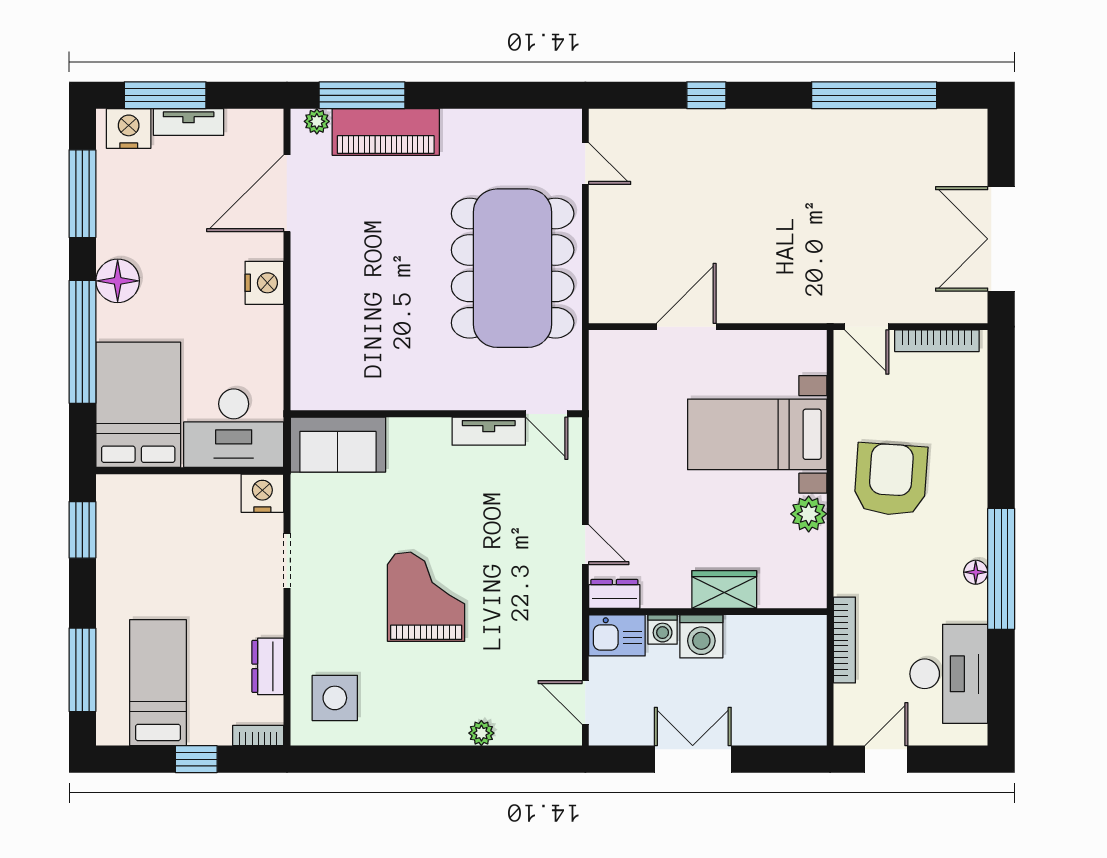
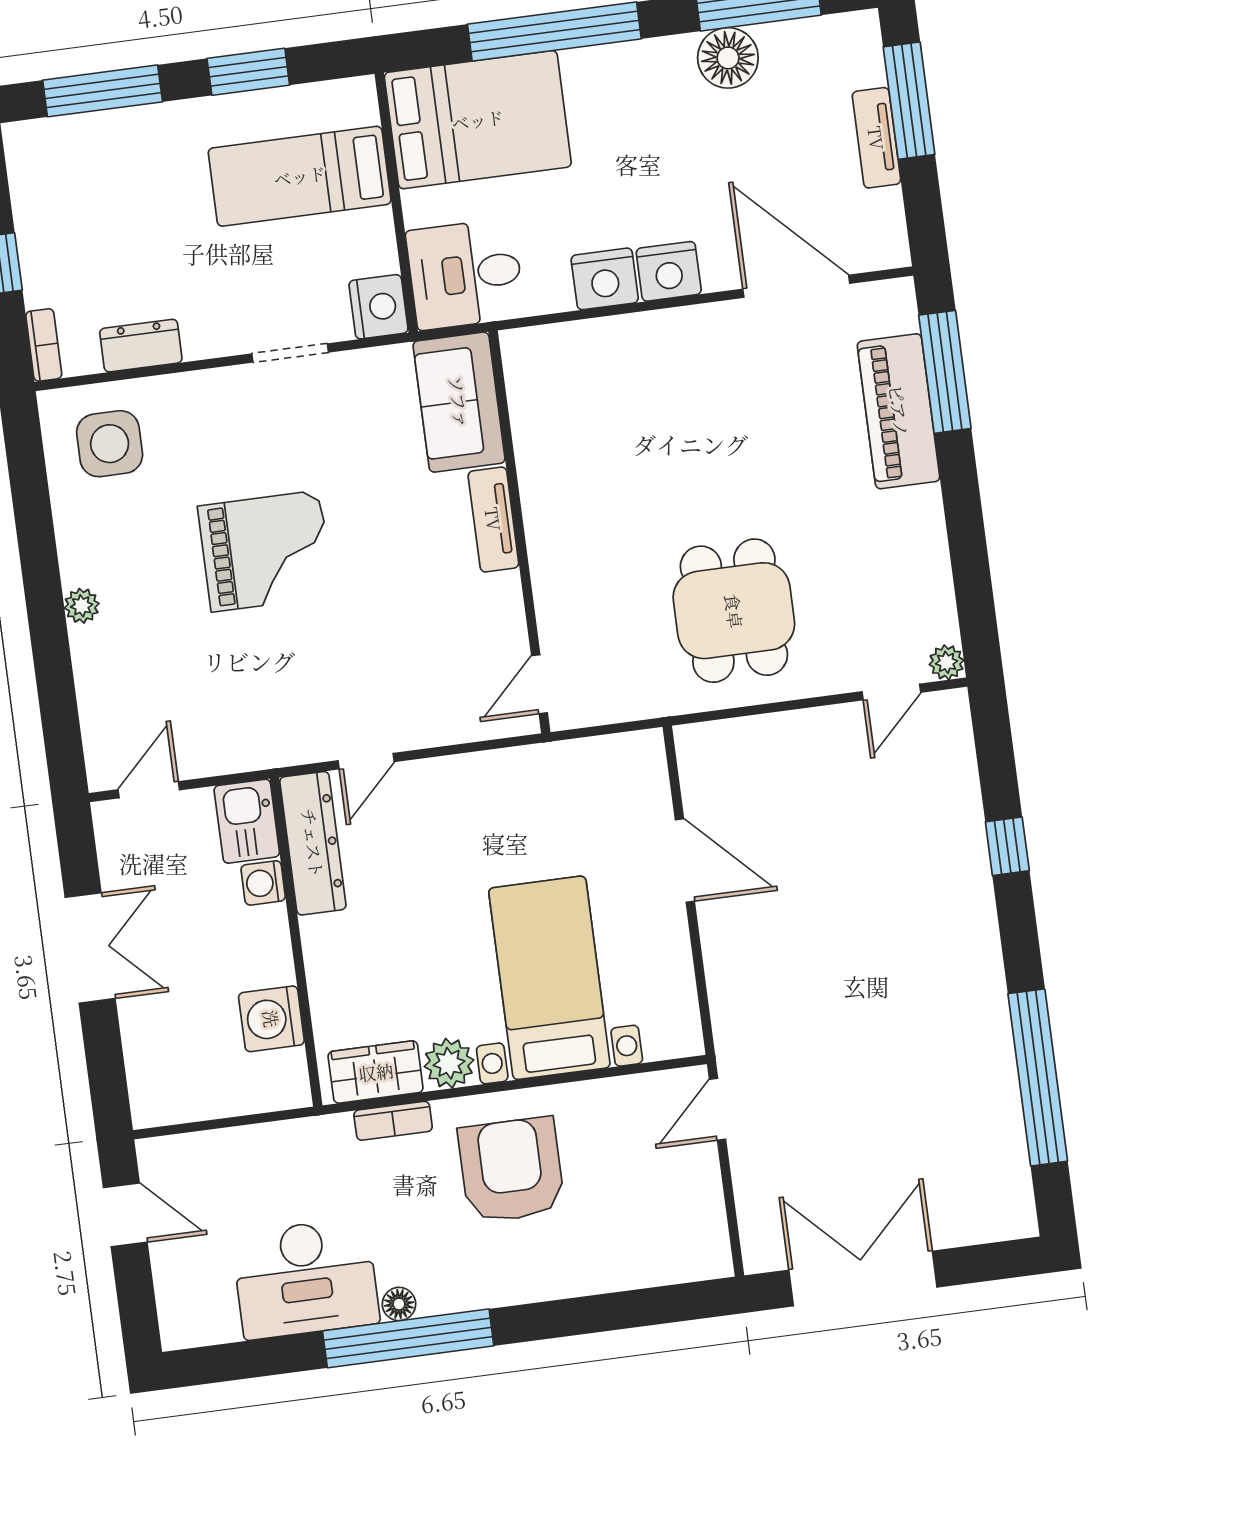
plant: (317, 121) -> (947, 662), moved
nightstand: (129, 129) -> (605, 279), moved, turned 90
dining table: (513, 268) -> (734, 611), width x0.53, depth x0.80
floor lamp: (118, 281) -> (728, 58), moved
bookcase: (937, 341) -> (711, 1209), removed
desk: (234, 428) -> (465, 274), width x0.73
tv unit: (489, 431) -> (493, 519), moved
armchair: (891, 480) -> (511, 1170), turned -94
window: (82, 530) -> (248, 72), moved
wardrobe: (724, 589) -> (376, 1072), moved, turned -90
dresser: (614, 594) -> (313, 843), width x1.96, depth x1.24
washing machine: (701, 636) -> (271, 1019), moved
bookcase: (844, 640) -> (393, 1121), moved, width x0.64
desk: (949, 674) -> (306, 1279), moved
bed: (158, 683) -> (300, 176), moved, turned 180
plant: (481, 733) -> (82, 606), moved

